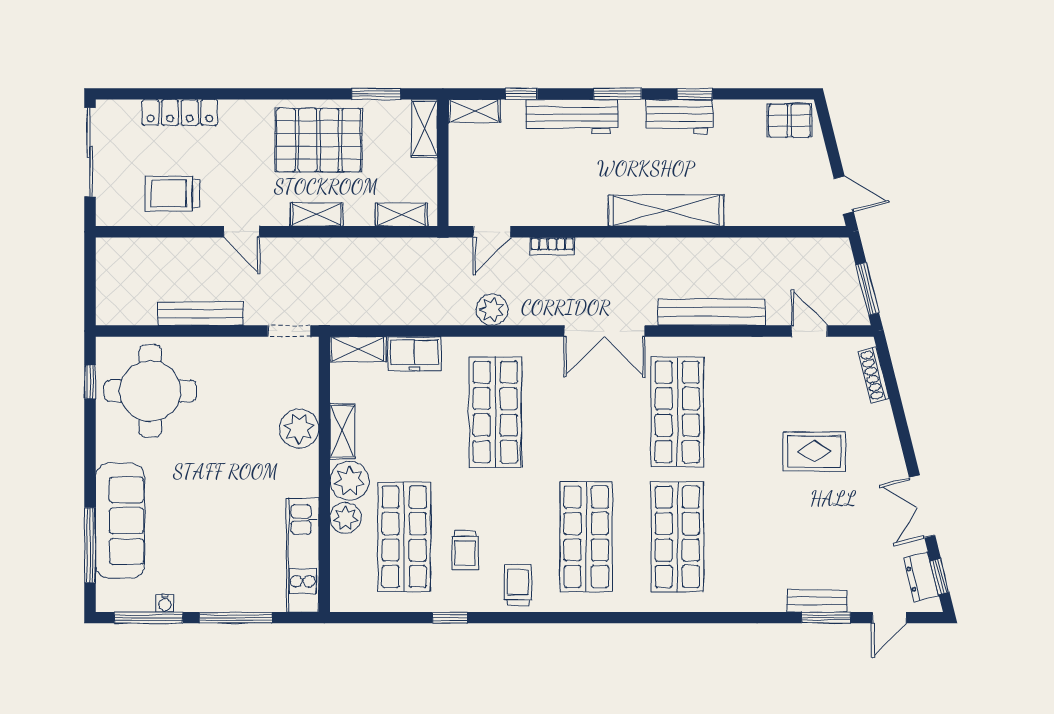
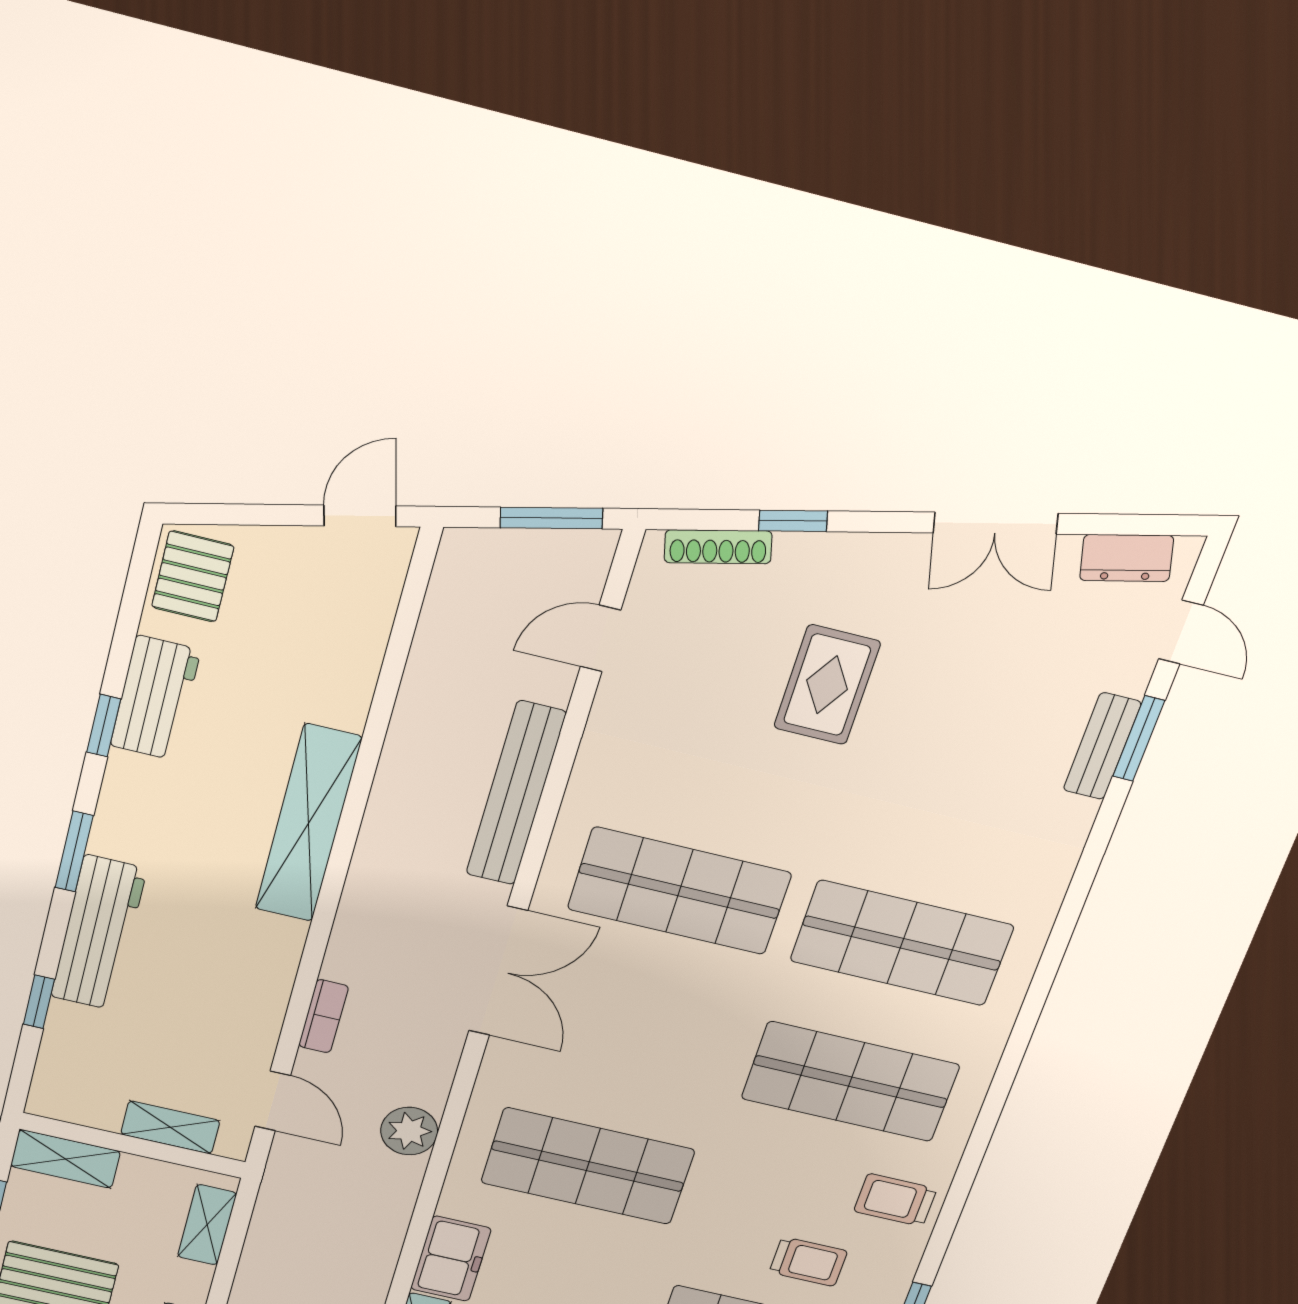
shelving: (474, 111) -> (170, 1127), moved, turned 90
workbench: (679, 117) -> (155, 698), moved
window: (940, 577) -> (793, 521), moved

